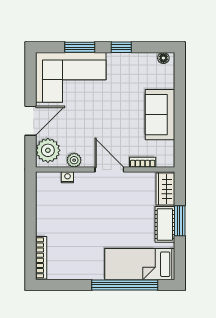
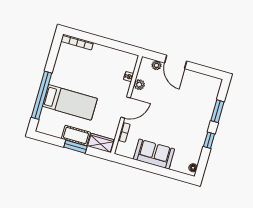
corner sofa: (71, 77) -> (198, 99), removed
plant: (48, 150) -> (157, 65), width x0.53, depth x0.53
bed: (140, 264) -> (70, 102), moved, turned 90

